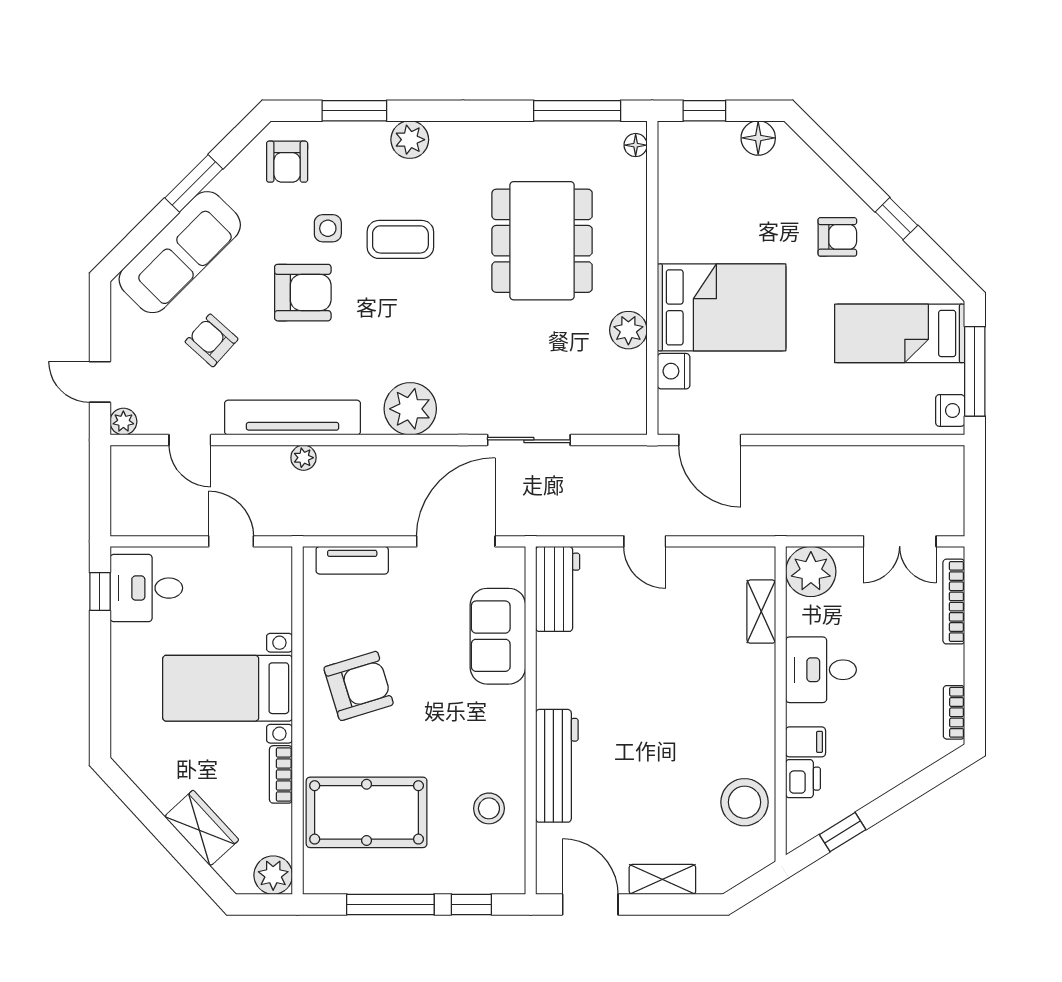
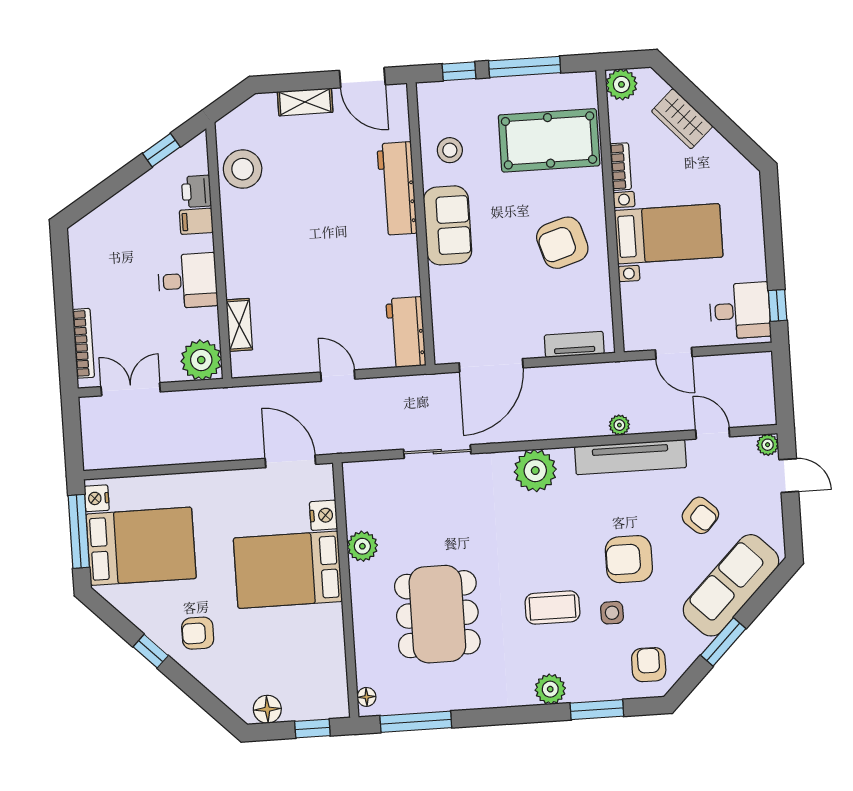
bed: (900, 333) -> (141, 546), width x1.50
sofa: (498, 636) -> (448, 225), moved
bookcase: (954, 712) -> (77, 253), removed

